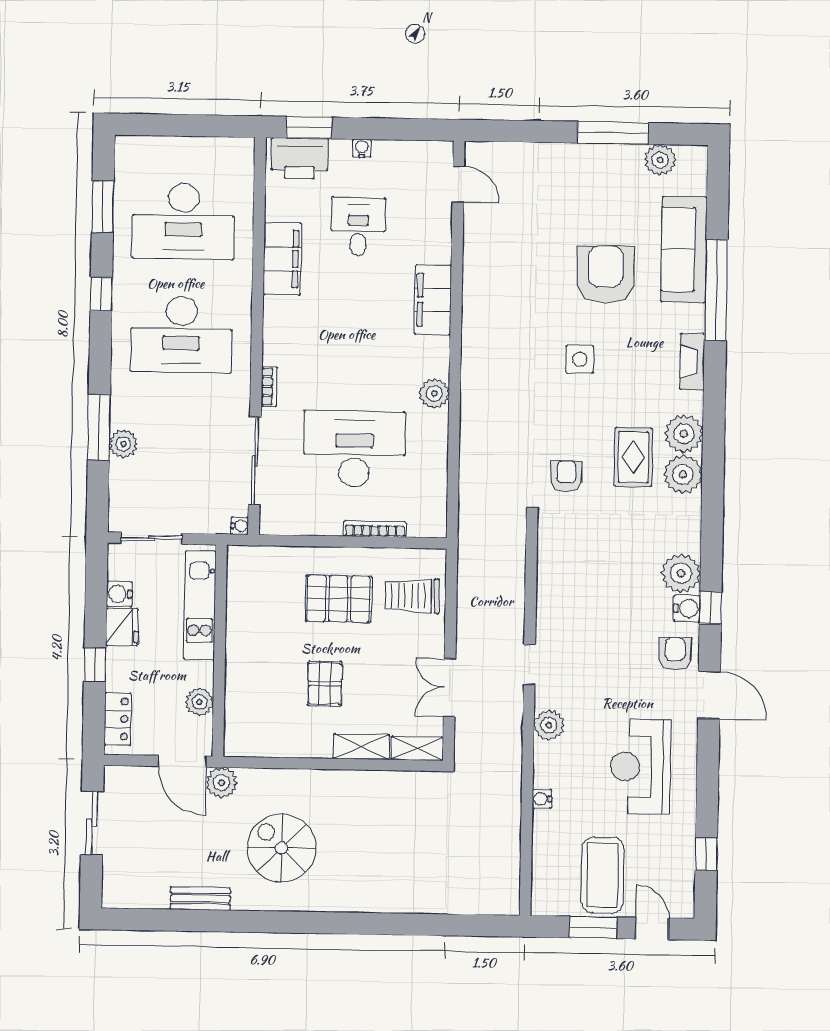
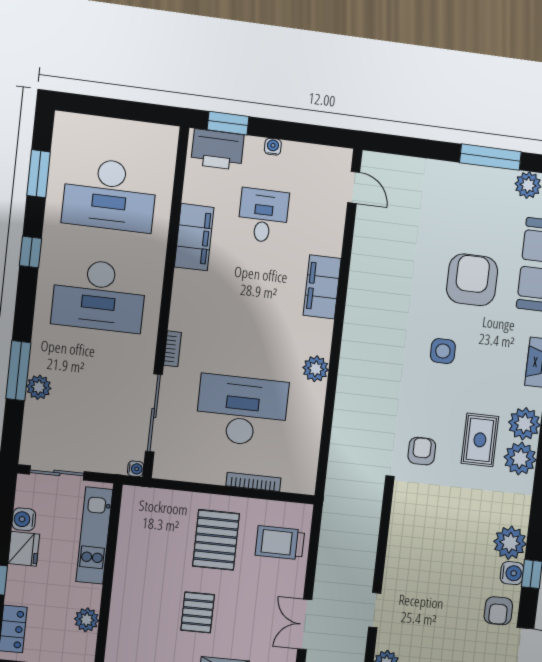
pallet: (338, 599) -> (216, 540), turned 90
armchair: (675, 654) -> (498, 611), turned 180

